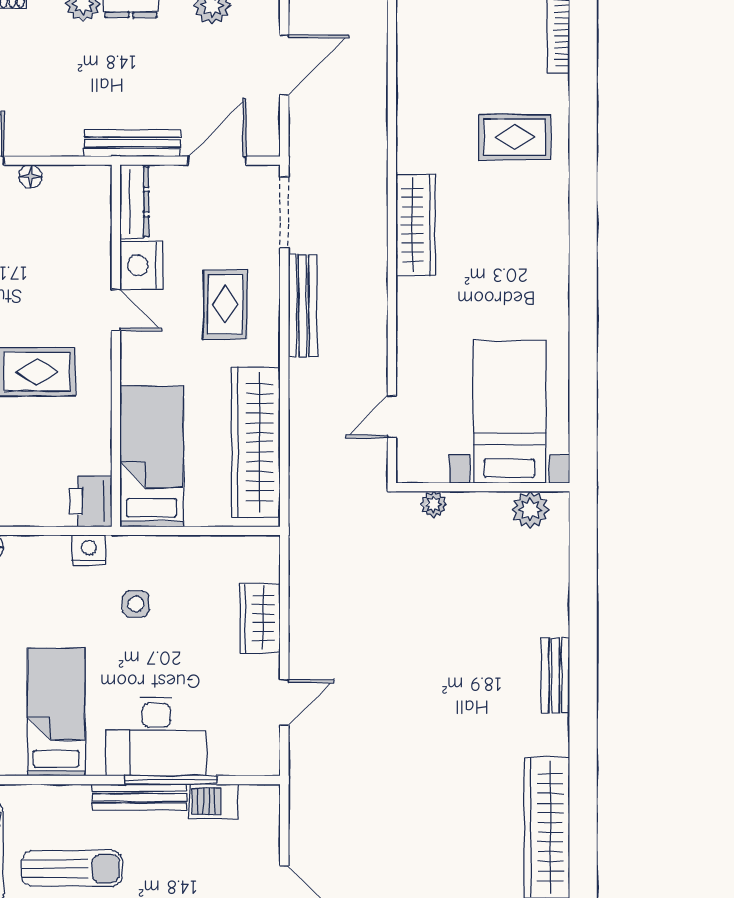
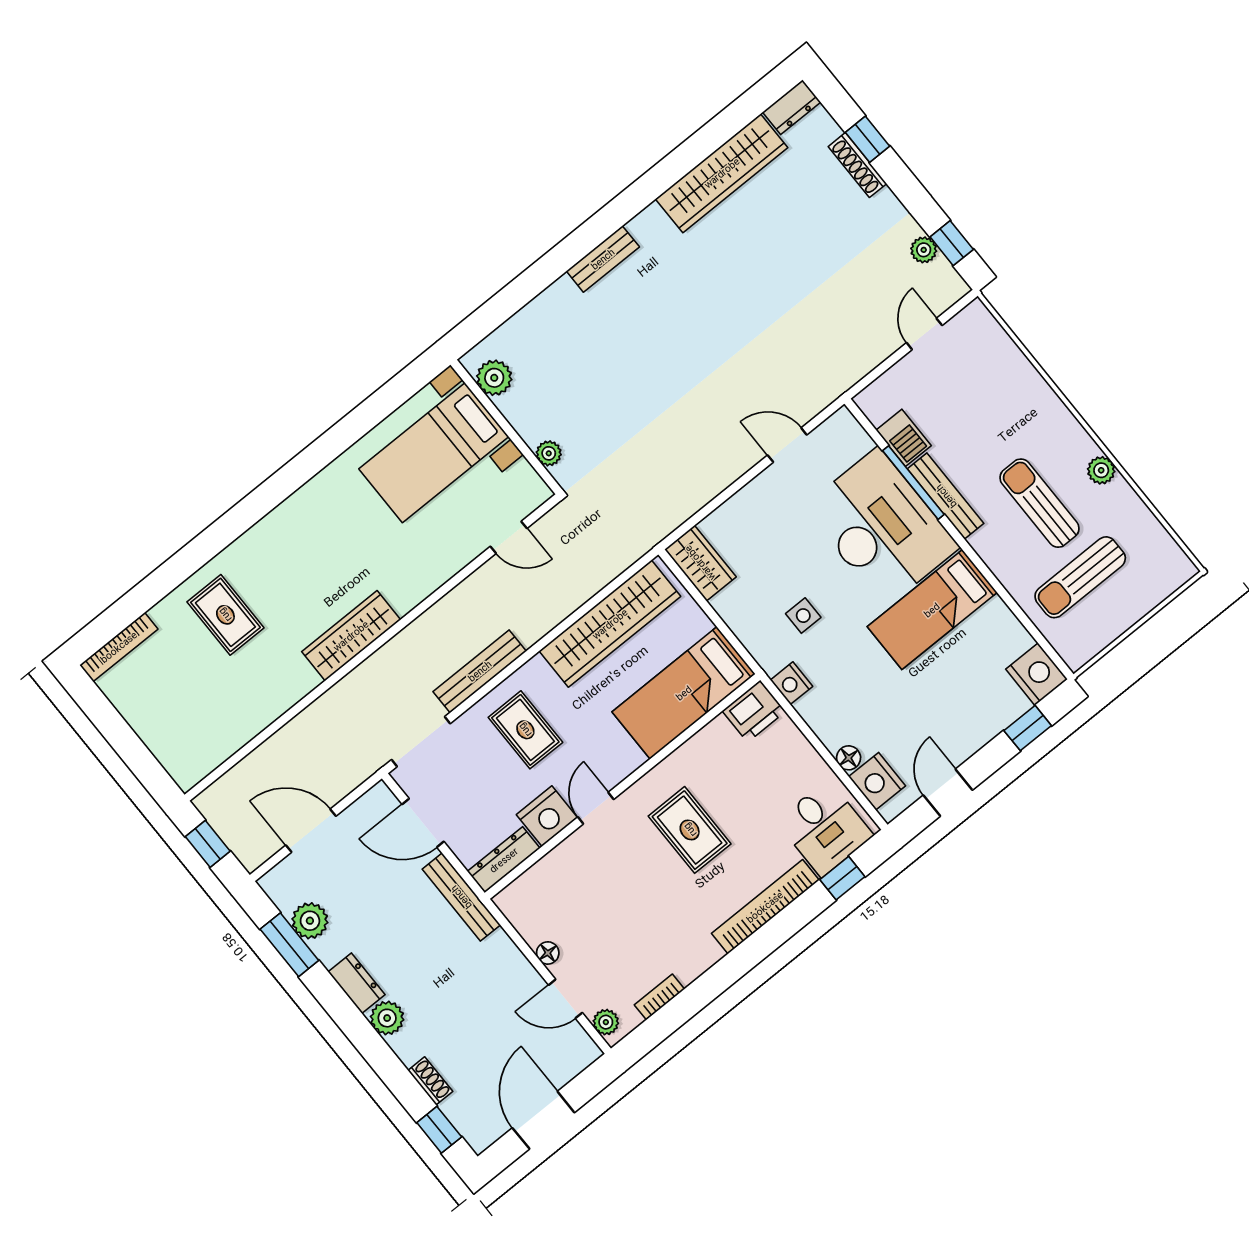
rug: (225, 304) -> (525, 730), turned 90
wardrobe: (260, 618) -> (700, 563), moved, turned -90
desk: (156, 737) -> (881, 527), width x1.36, depth x1.30

